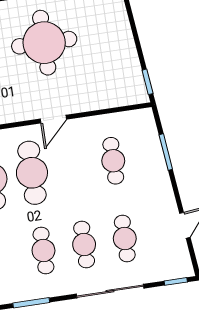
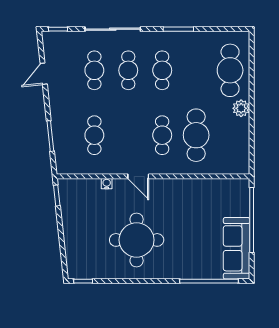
water cooler: (90, 105) -> (107, 184), added
door: (53, 119) -> (138, 176), swing flipped
cafe table: (32, 173) -> (162, 135), width x0.73, depth x0.74

